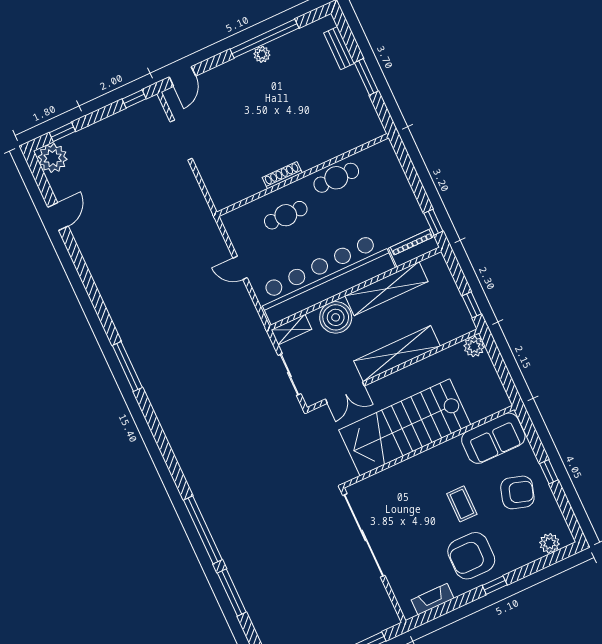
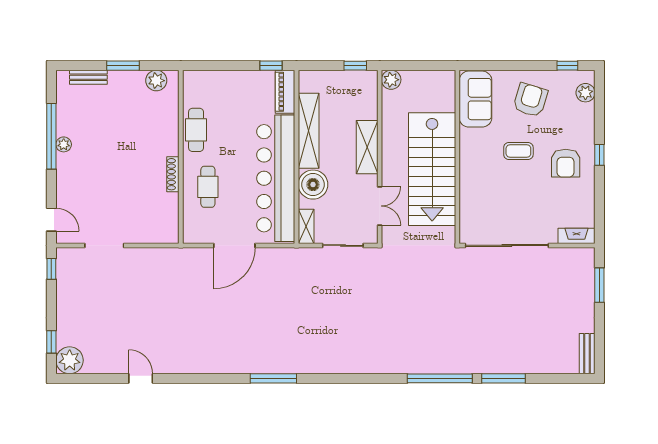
plant: (367, 116) -> (156, 81), added
door: (58, 217) -> (141, 378), moved
door: (240, 268) -> (234, 245), width x1.88
shelving: (397, 354) -> (367, 147), width x0.68
window: (549, 472) -> (567, 66), moved
armchair: (471, 556) -> (566, 163), width x0.73, depth x0.73
fireplace: (433, 599) -> (576, 236), moved, turned 90

